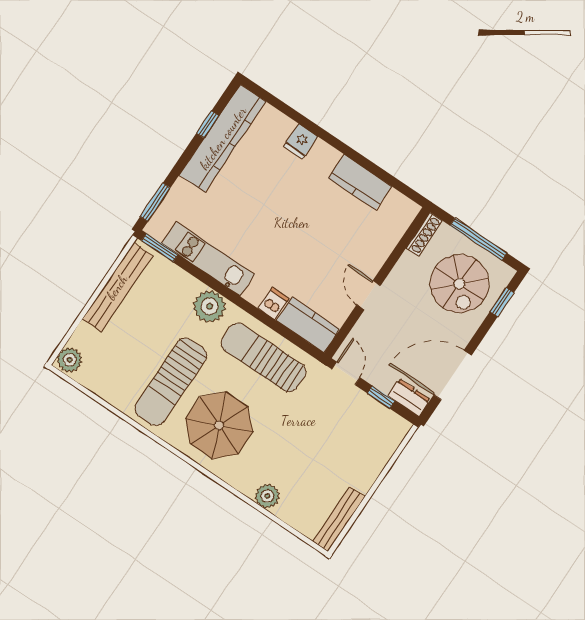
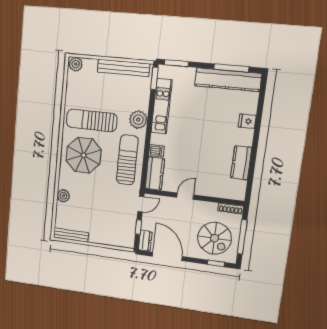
window: (208, 124) -> (231, 68), width x2.17
spiral stairs: (459, 284) -> (214, 238), turned -90

